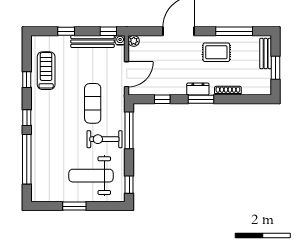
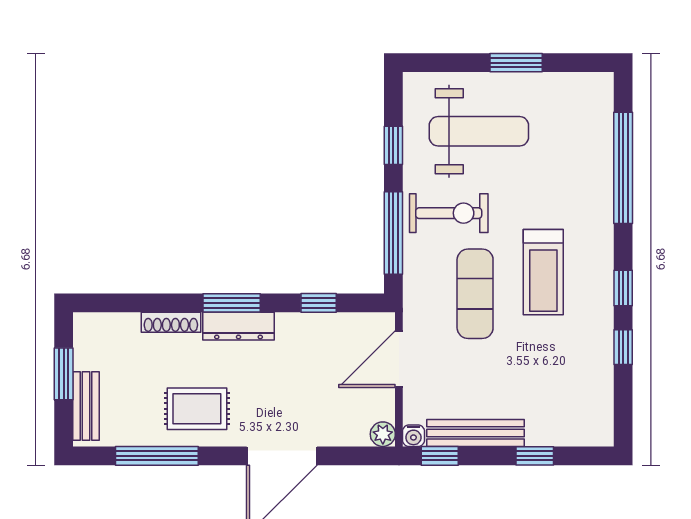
treadmill: (46, 71) -> (543, 272), moved
dresser: (198, 89) -> (239, 326), width x1.44
window: (27, 118) -> (623, 288), moved
window: (129, 185) -> (393, 145), moved

